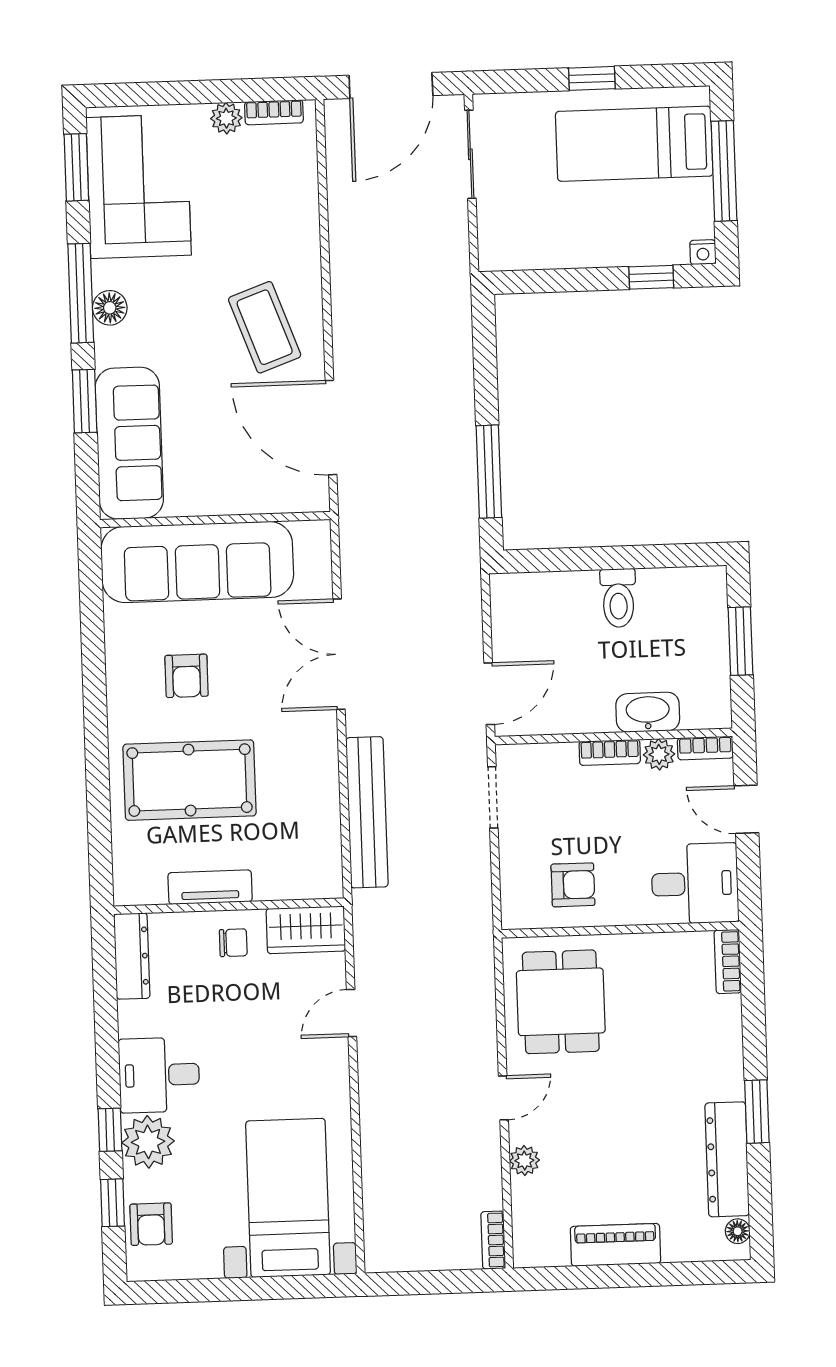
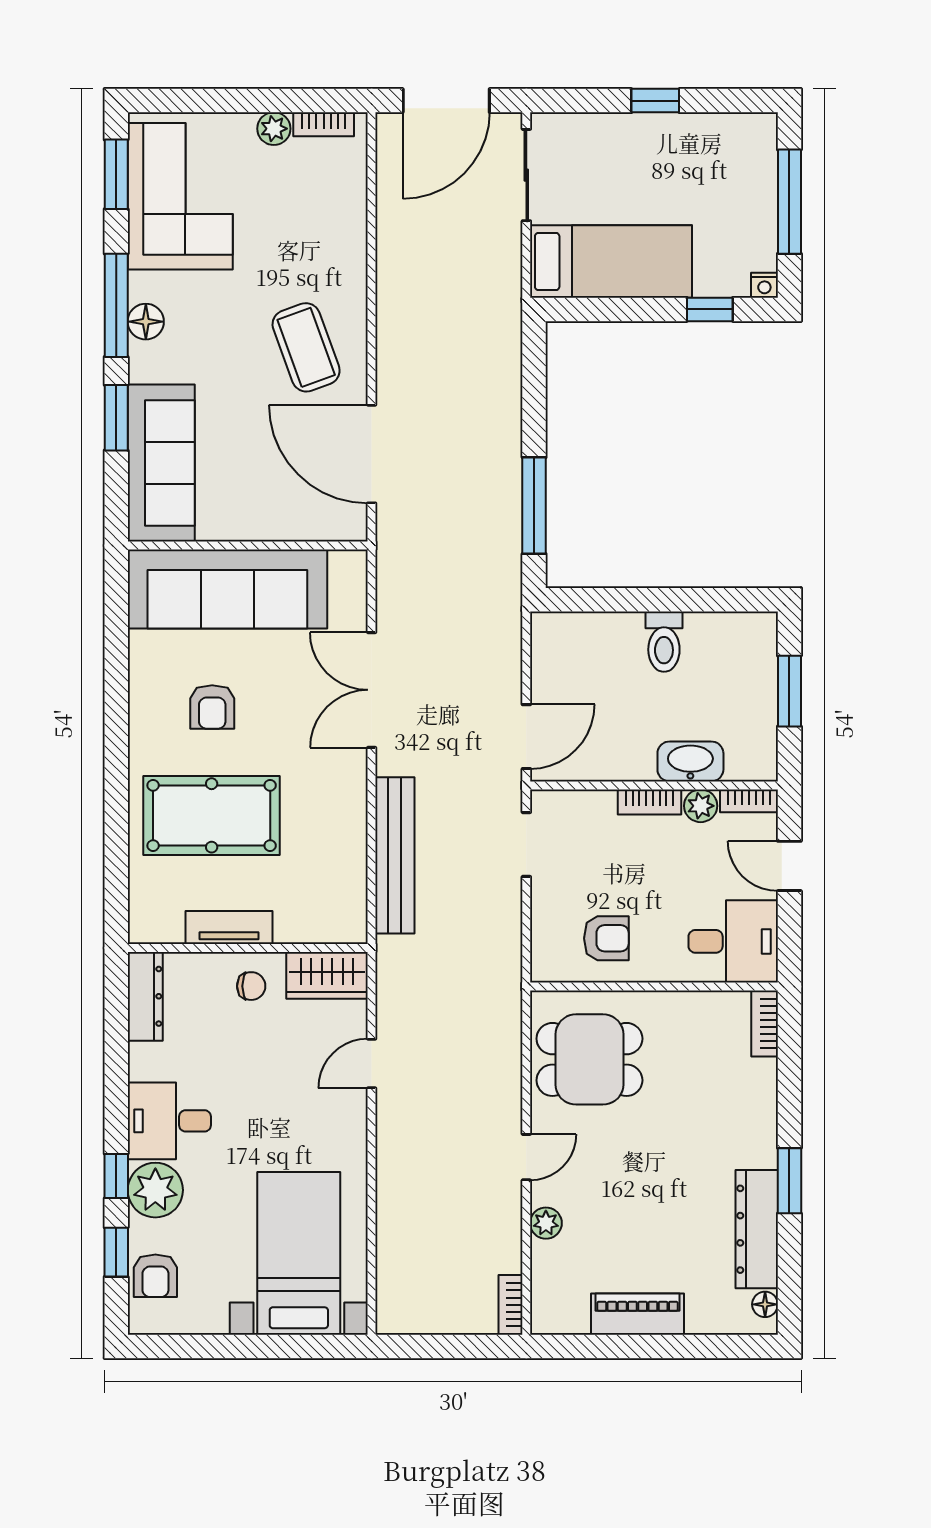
bed: (634, 144) -> (611, 262), moved, turned 180
dining table: (561, 1002) -> (589, 1059), turned 90

